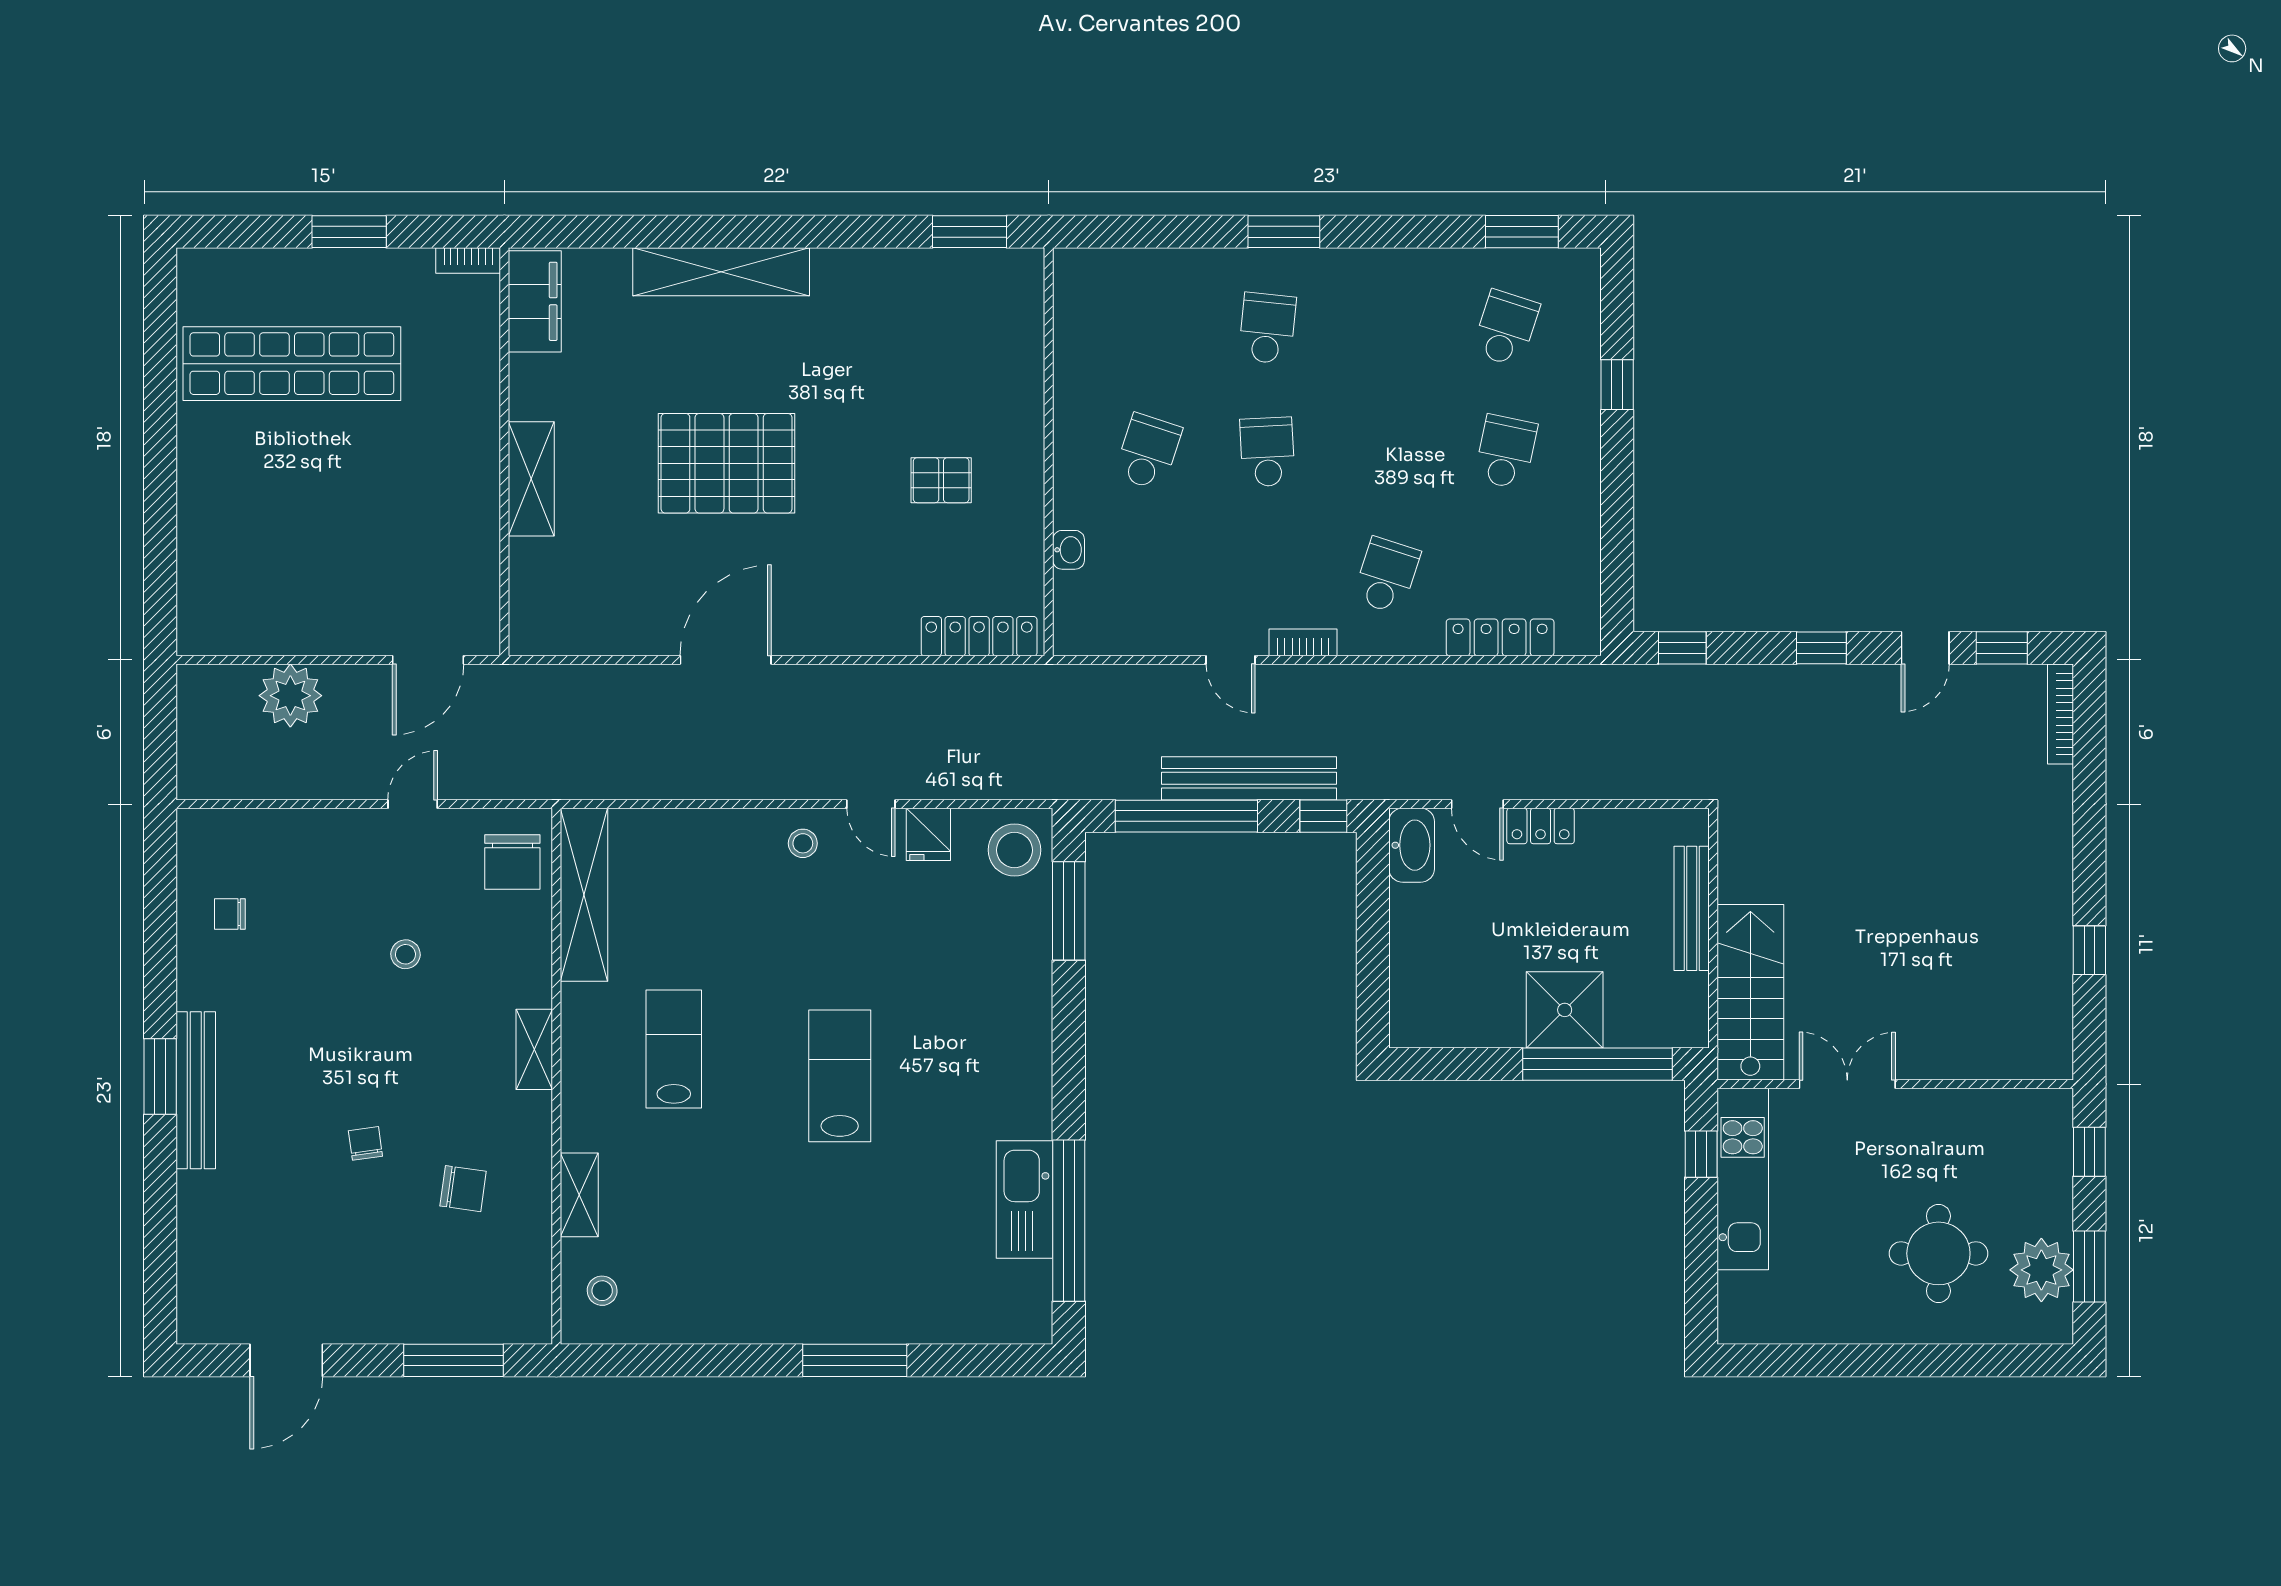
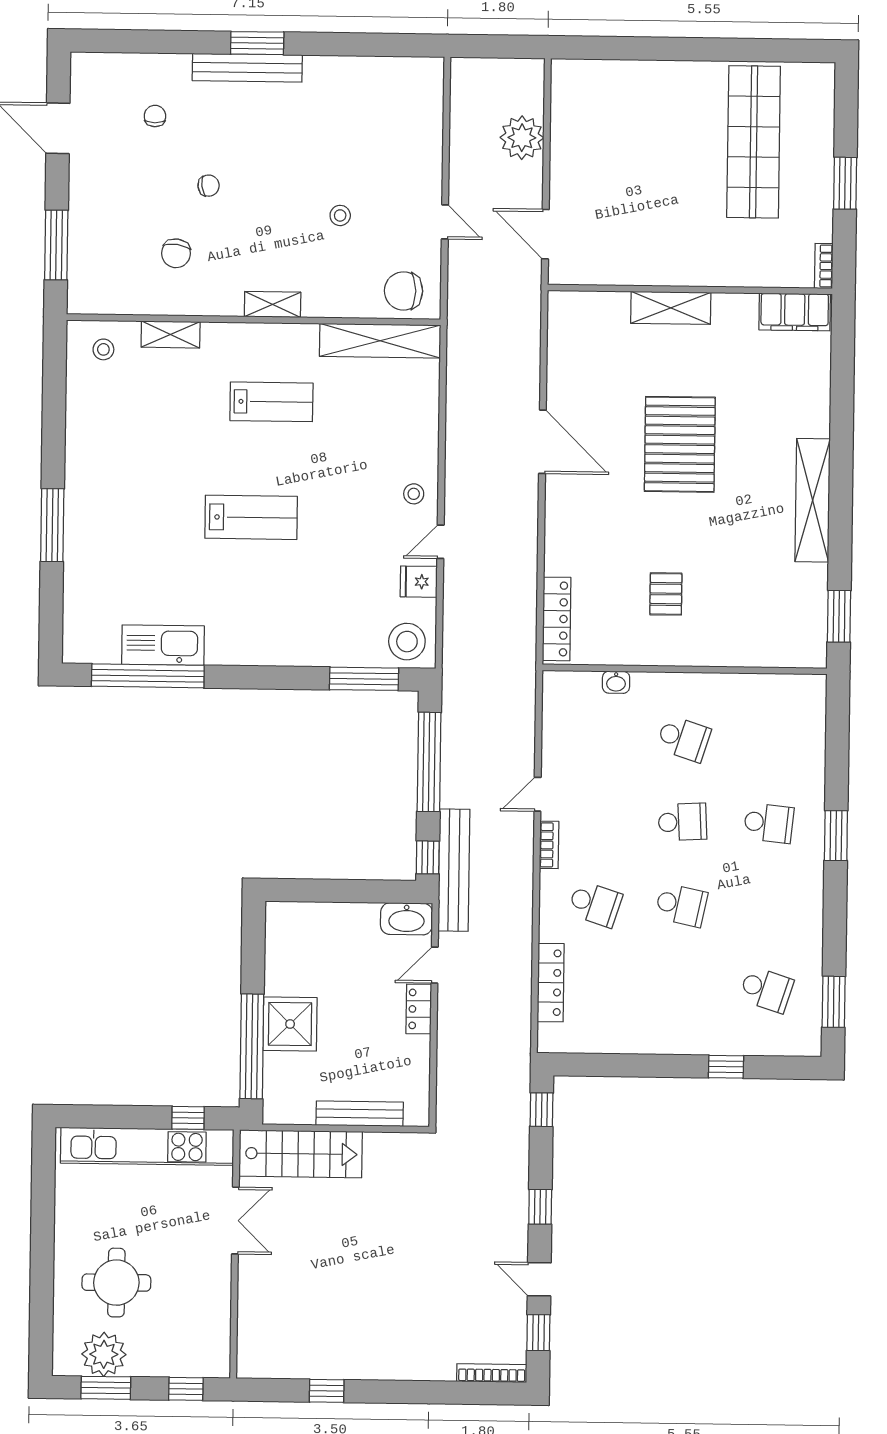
shelving: (721, 272) -> (813, 500), moved
school desk: (1506, 452) -> (681, 905), moved
bench: (1249, 778) -> (454, 870), moved
chair: (230, 914) -> (155, 116), moved
kitchen unit: (1743, 1179) -> (147, 1146), width x1.36

